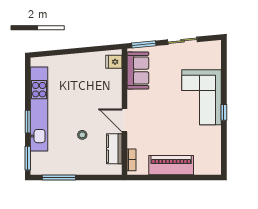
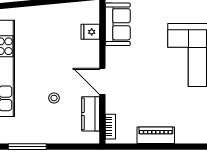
fridge: (114, 62) -> (90, 32), moved
piano: (171, 165) -> (156, 135), width x0.73, depth x0.75

